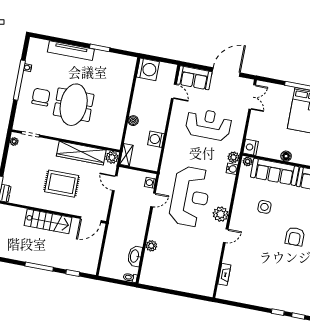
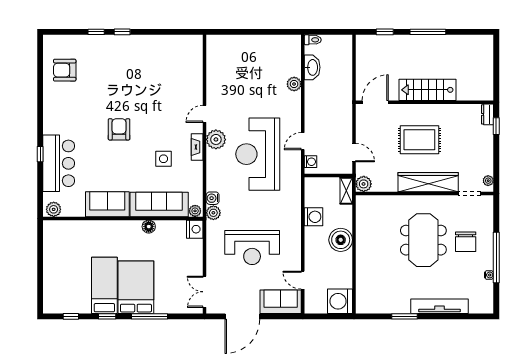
boiler: (133, 121) -> (341, 240), width x1.86, depth x1.86
wardrobe: (81, 153) -> (428, 182), moved
fireplace: (224, 274) -> (197, 147), moved

